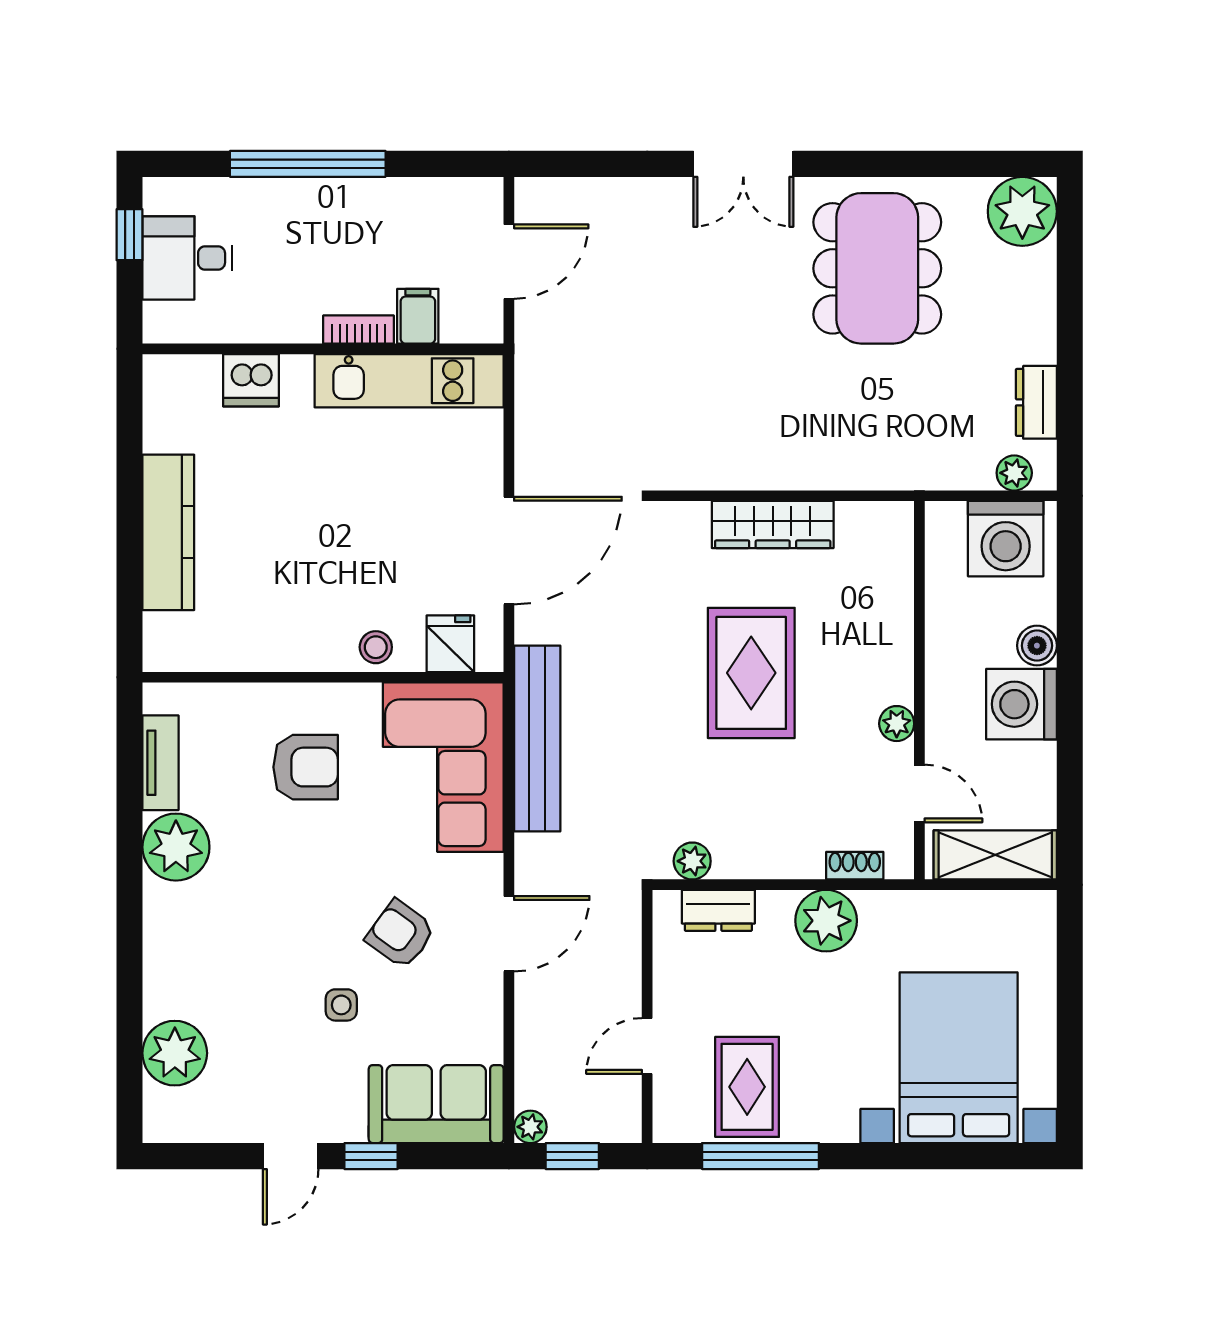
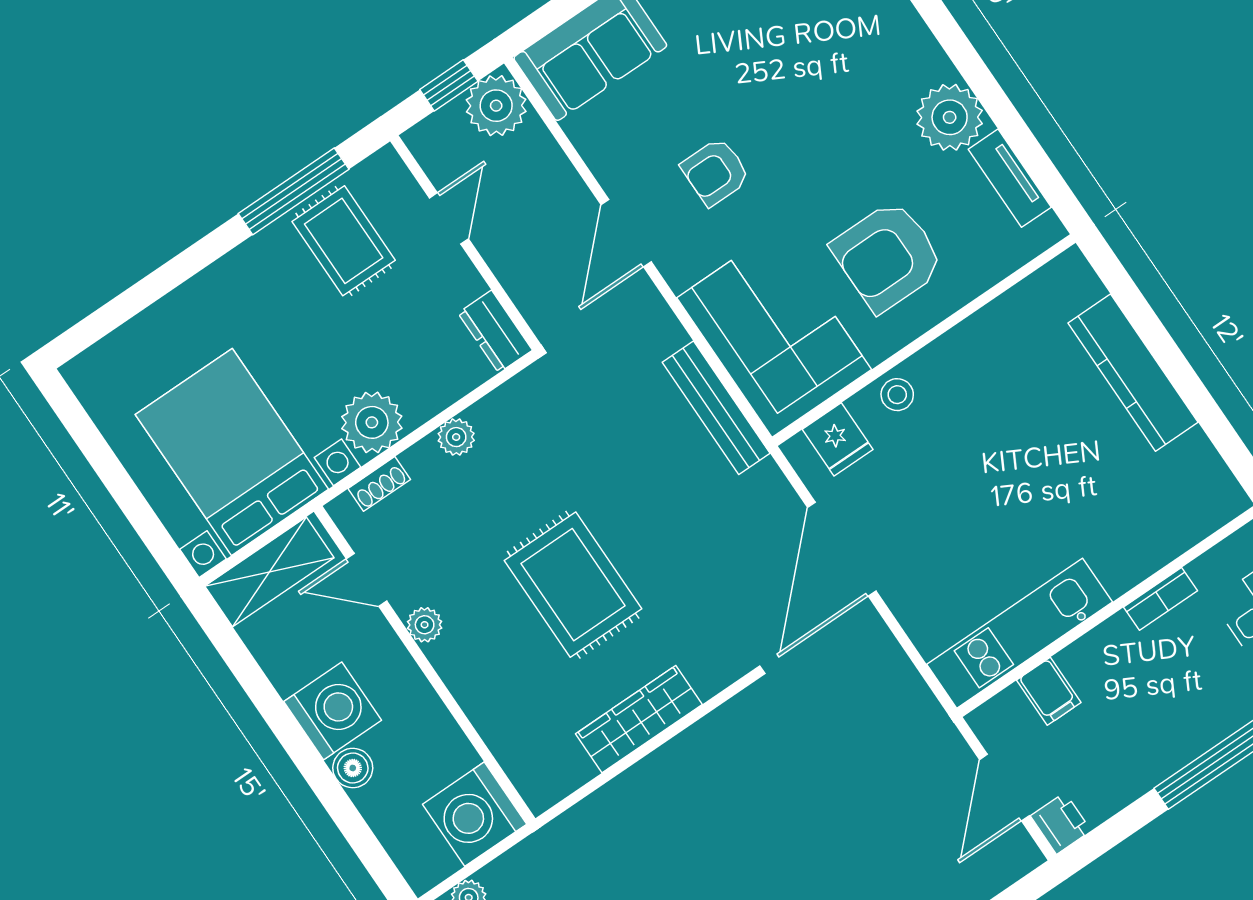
printer: (482, 200) -> (1061, 823), added
bookcase: (358, 330) -> (1161, 599), moved
dishwasher: (251, 380) -> (1150, 545), removed
washing machine: (1006, 539) -> (475, 814), moved, turned -90
bench: (537, 738) -> (716, 408), width x0.73, depth x0.82
armchair: (306, 767) -> (888, 256), width x1.36, depth x1.36
plant: (692, 861) -> (456, 437), moved
dresser: (718, 910) -> (495, 332), moved, turned -90
armchair: (400, 934) -> (715, 172), turned 144
side table: (341, 1005) -> (724, 80), removed
bed with nightstands: (959, 1058) -> (232, 452), moved, turned 180
plant: (530, 1127) -> (496, 106), width x1.87, depth x1.87

